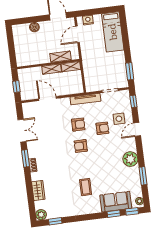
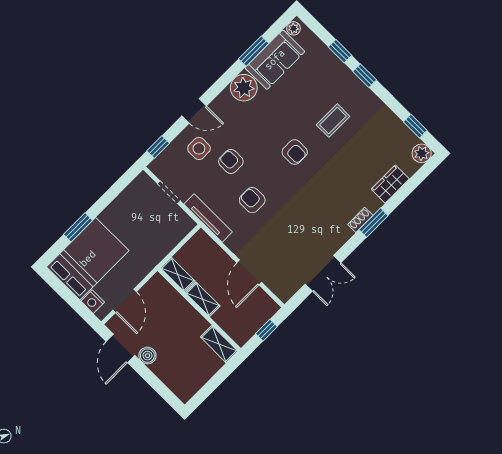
boiler: (34, 27) -> (147, 356), moved
bed: (113, 32) -> (88, 259), width x1.50
door: (77, 34) -> (125, 301), hinge flipped
shelving: (60, 57) -> (219, 344), moved
window: (130, 71) -> (78, 227), moved
double door: (22, 131) -> (323, 273), swing flipped
armchair: (81, 146) -> (295, 152), moved
window: (26, 158) -> (374, 223), moved
sofa: (116, 202) -> (275, 60), moved, turned -90
window: (132, 211) -> (365, 76), moved

